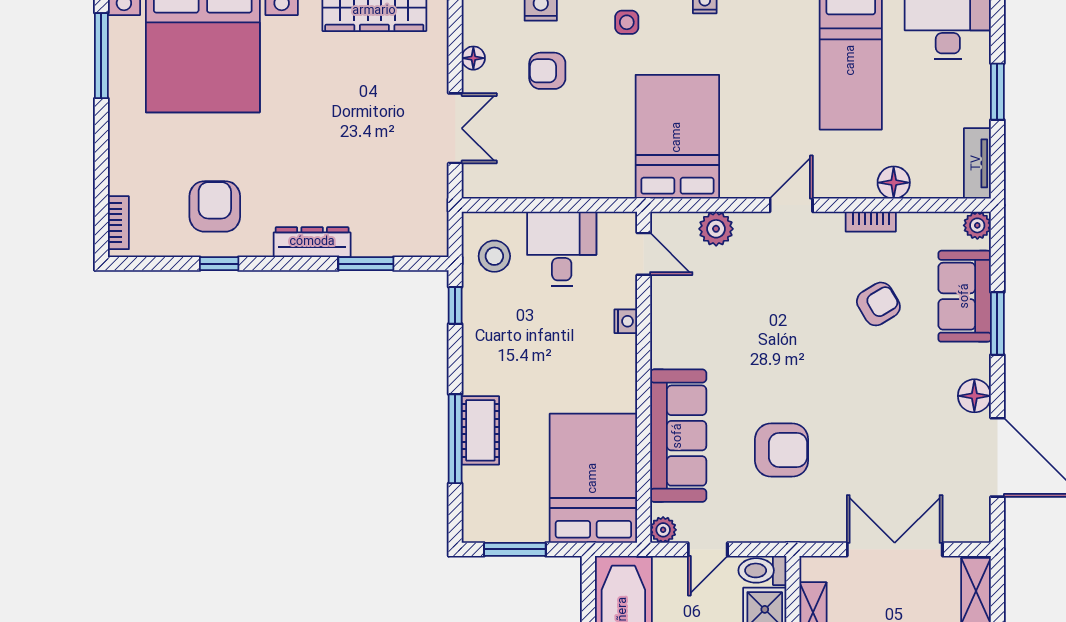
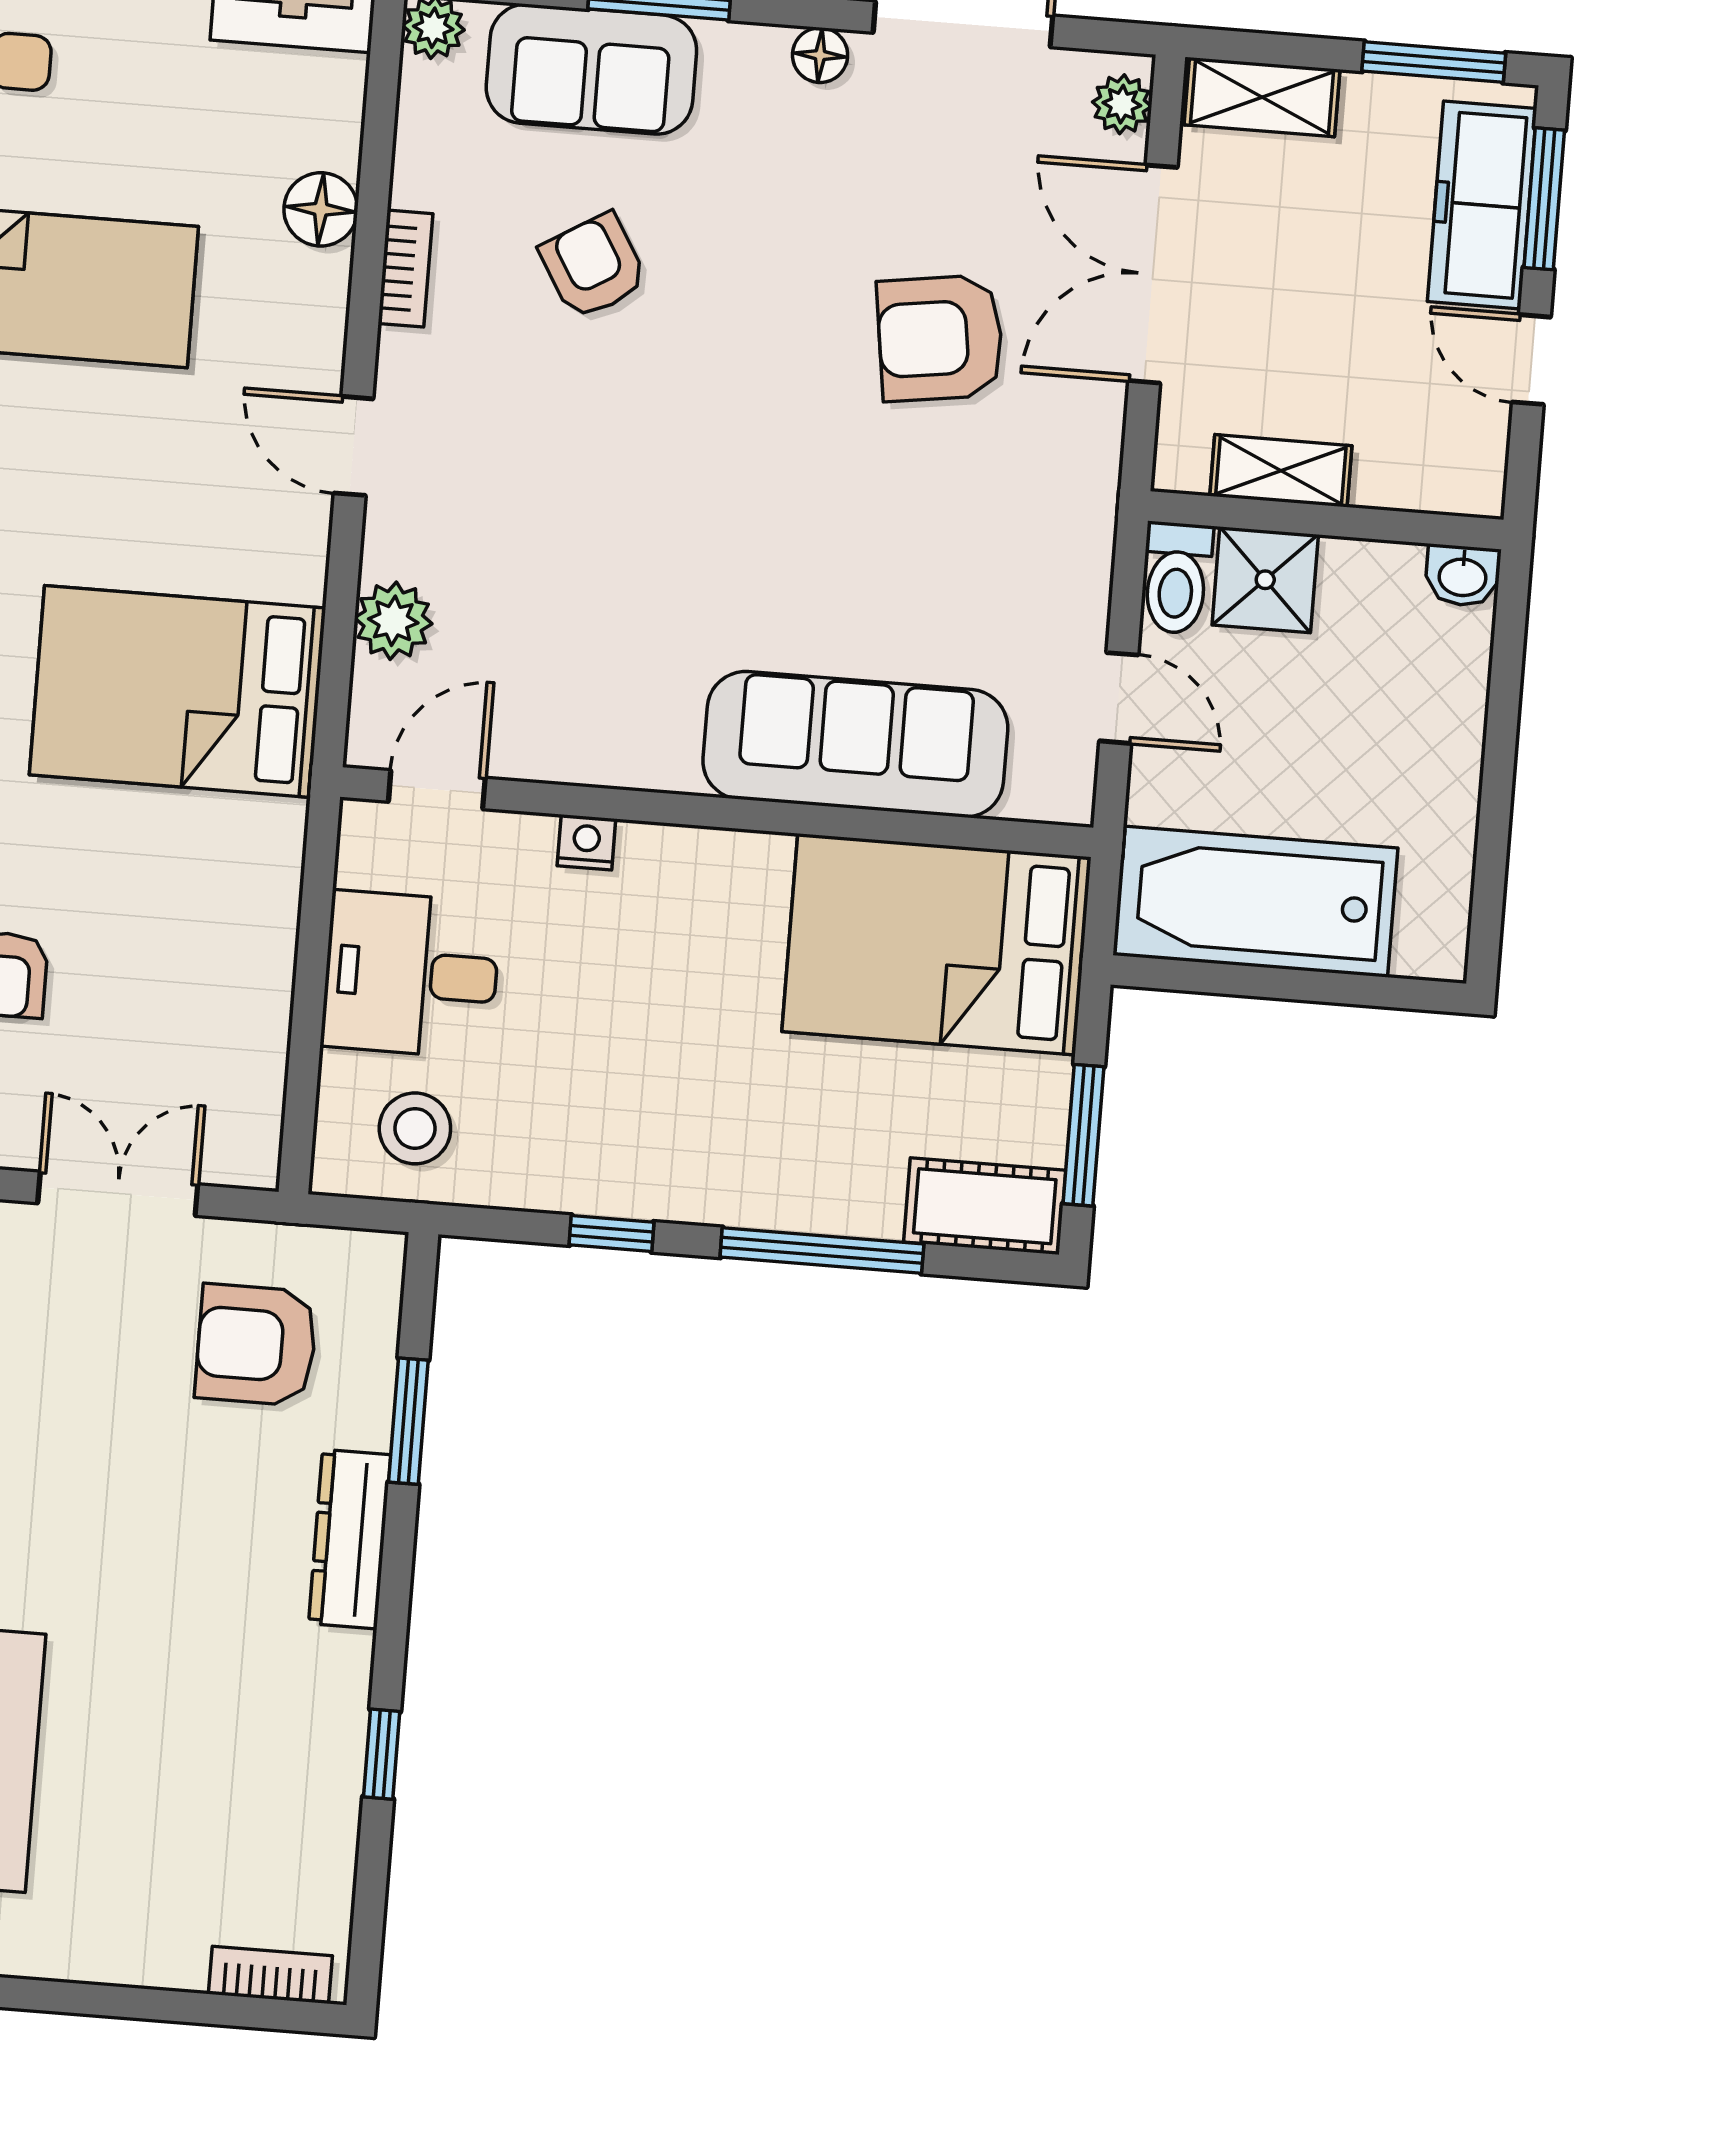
armchair: (215, 206) -> (256, 1345), moved
window: (455, 305) -> (612, 1234), moved
floor lamp: (974, 396) -> (820, 55), width x0.73, depth x0.73
cot: (480, 430) -> (985, 1206), moved
armchair: (782, 450) -> (940, 338), moved, turned -98
plant: (663, 530) -> (1122, 104), moved

